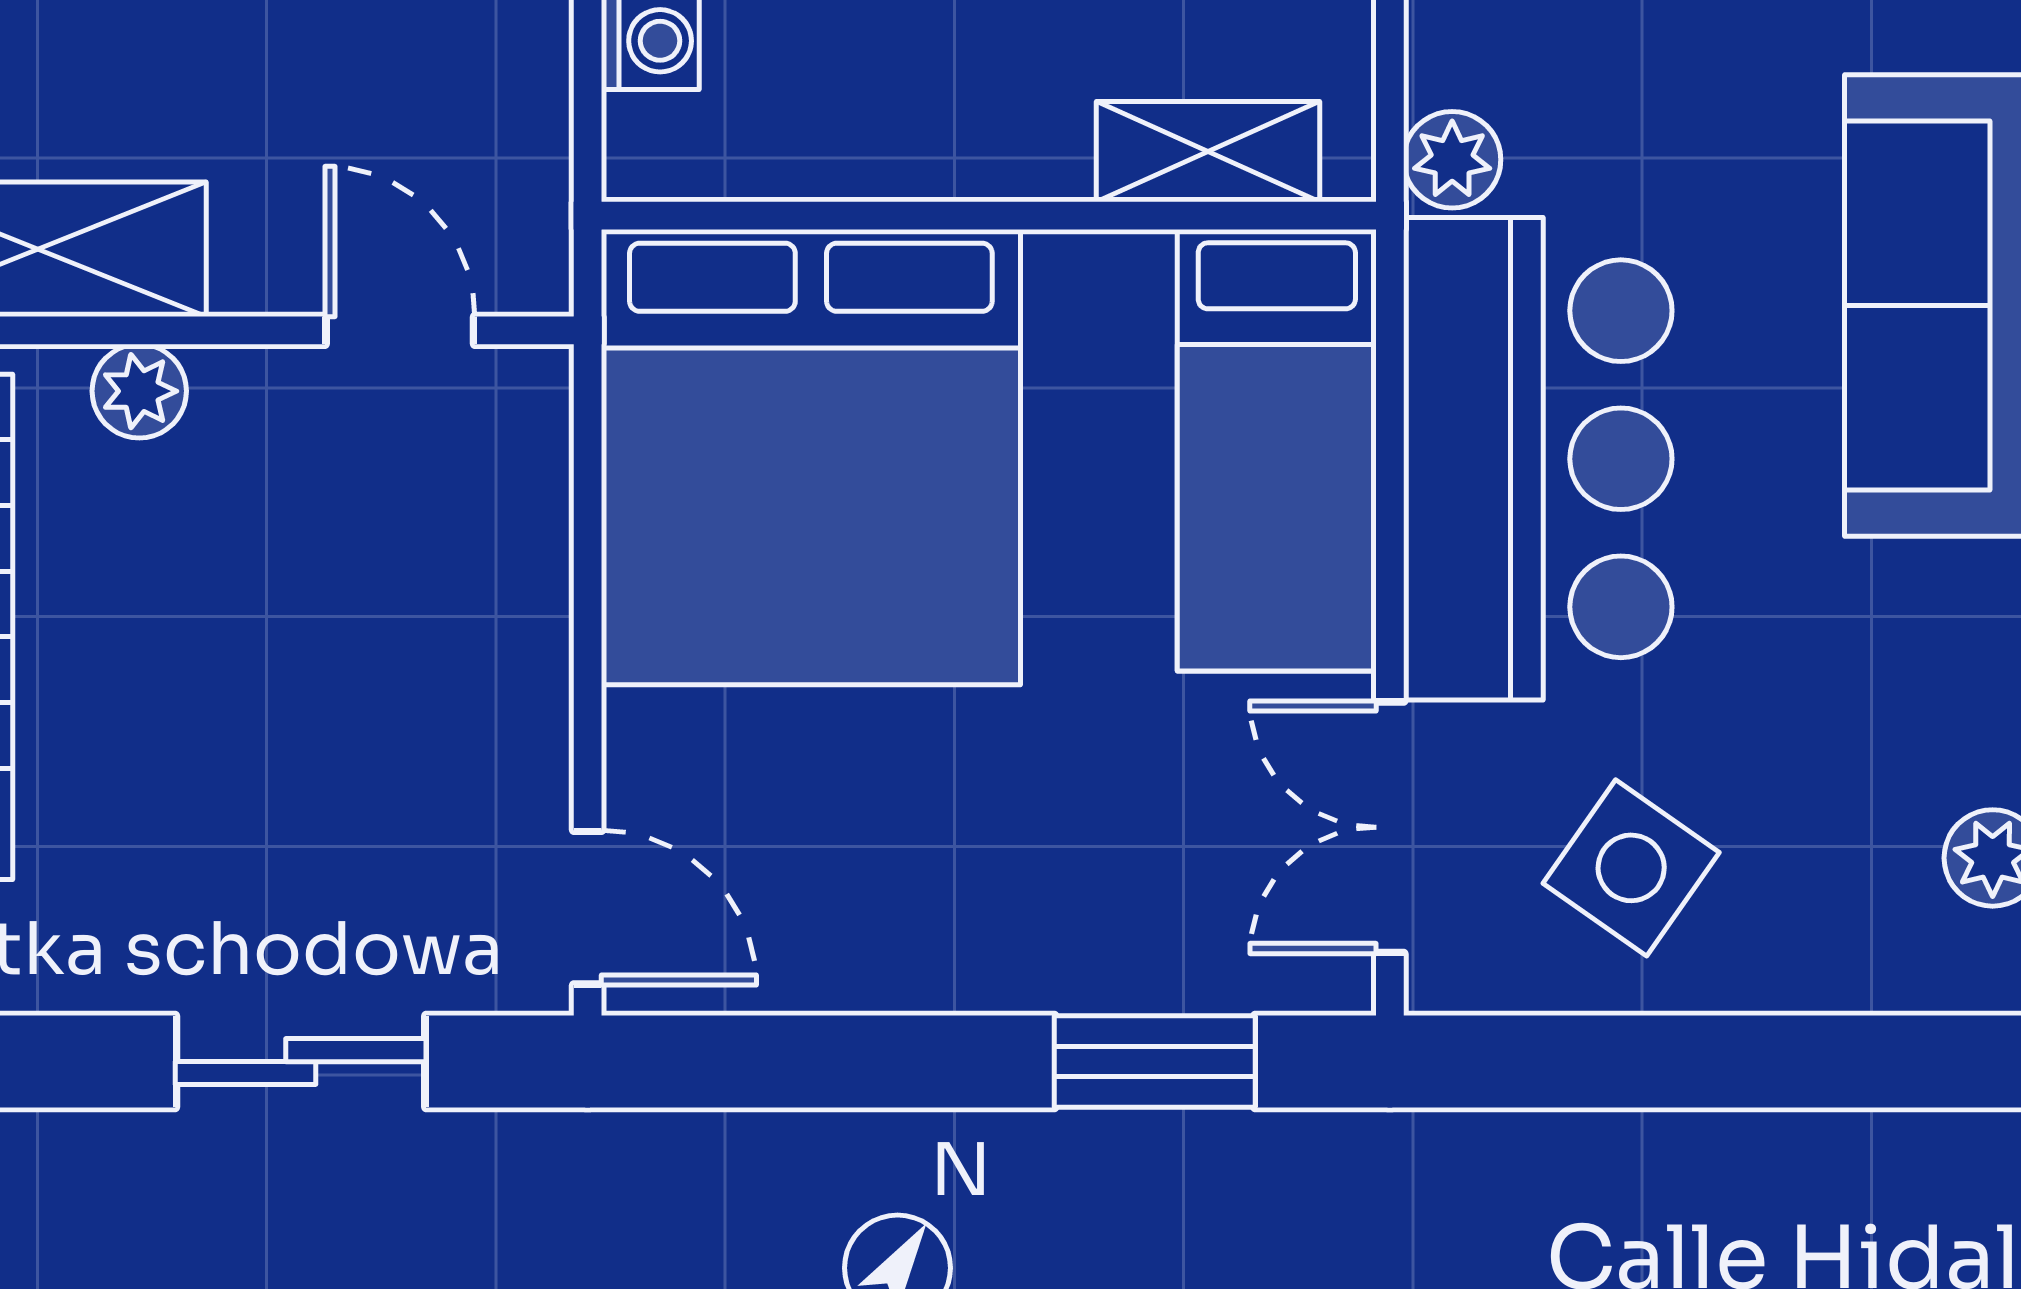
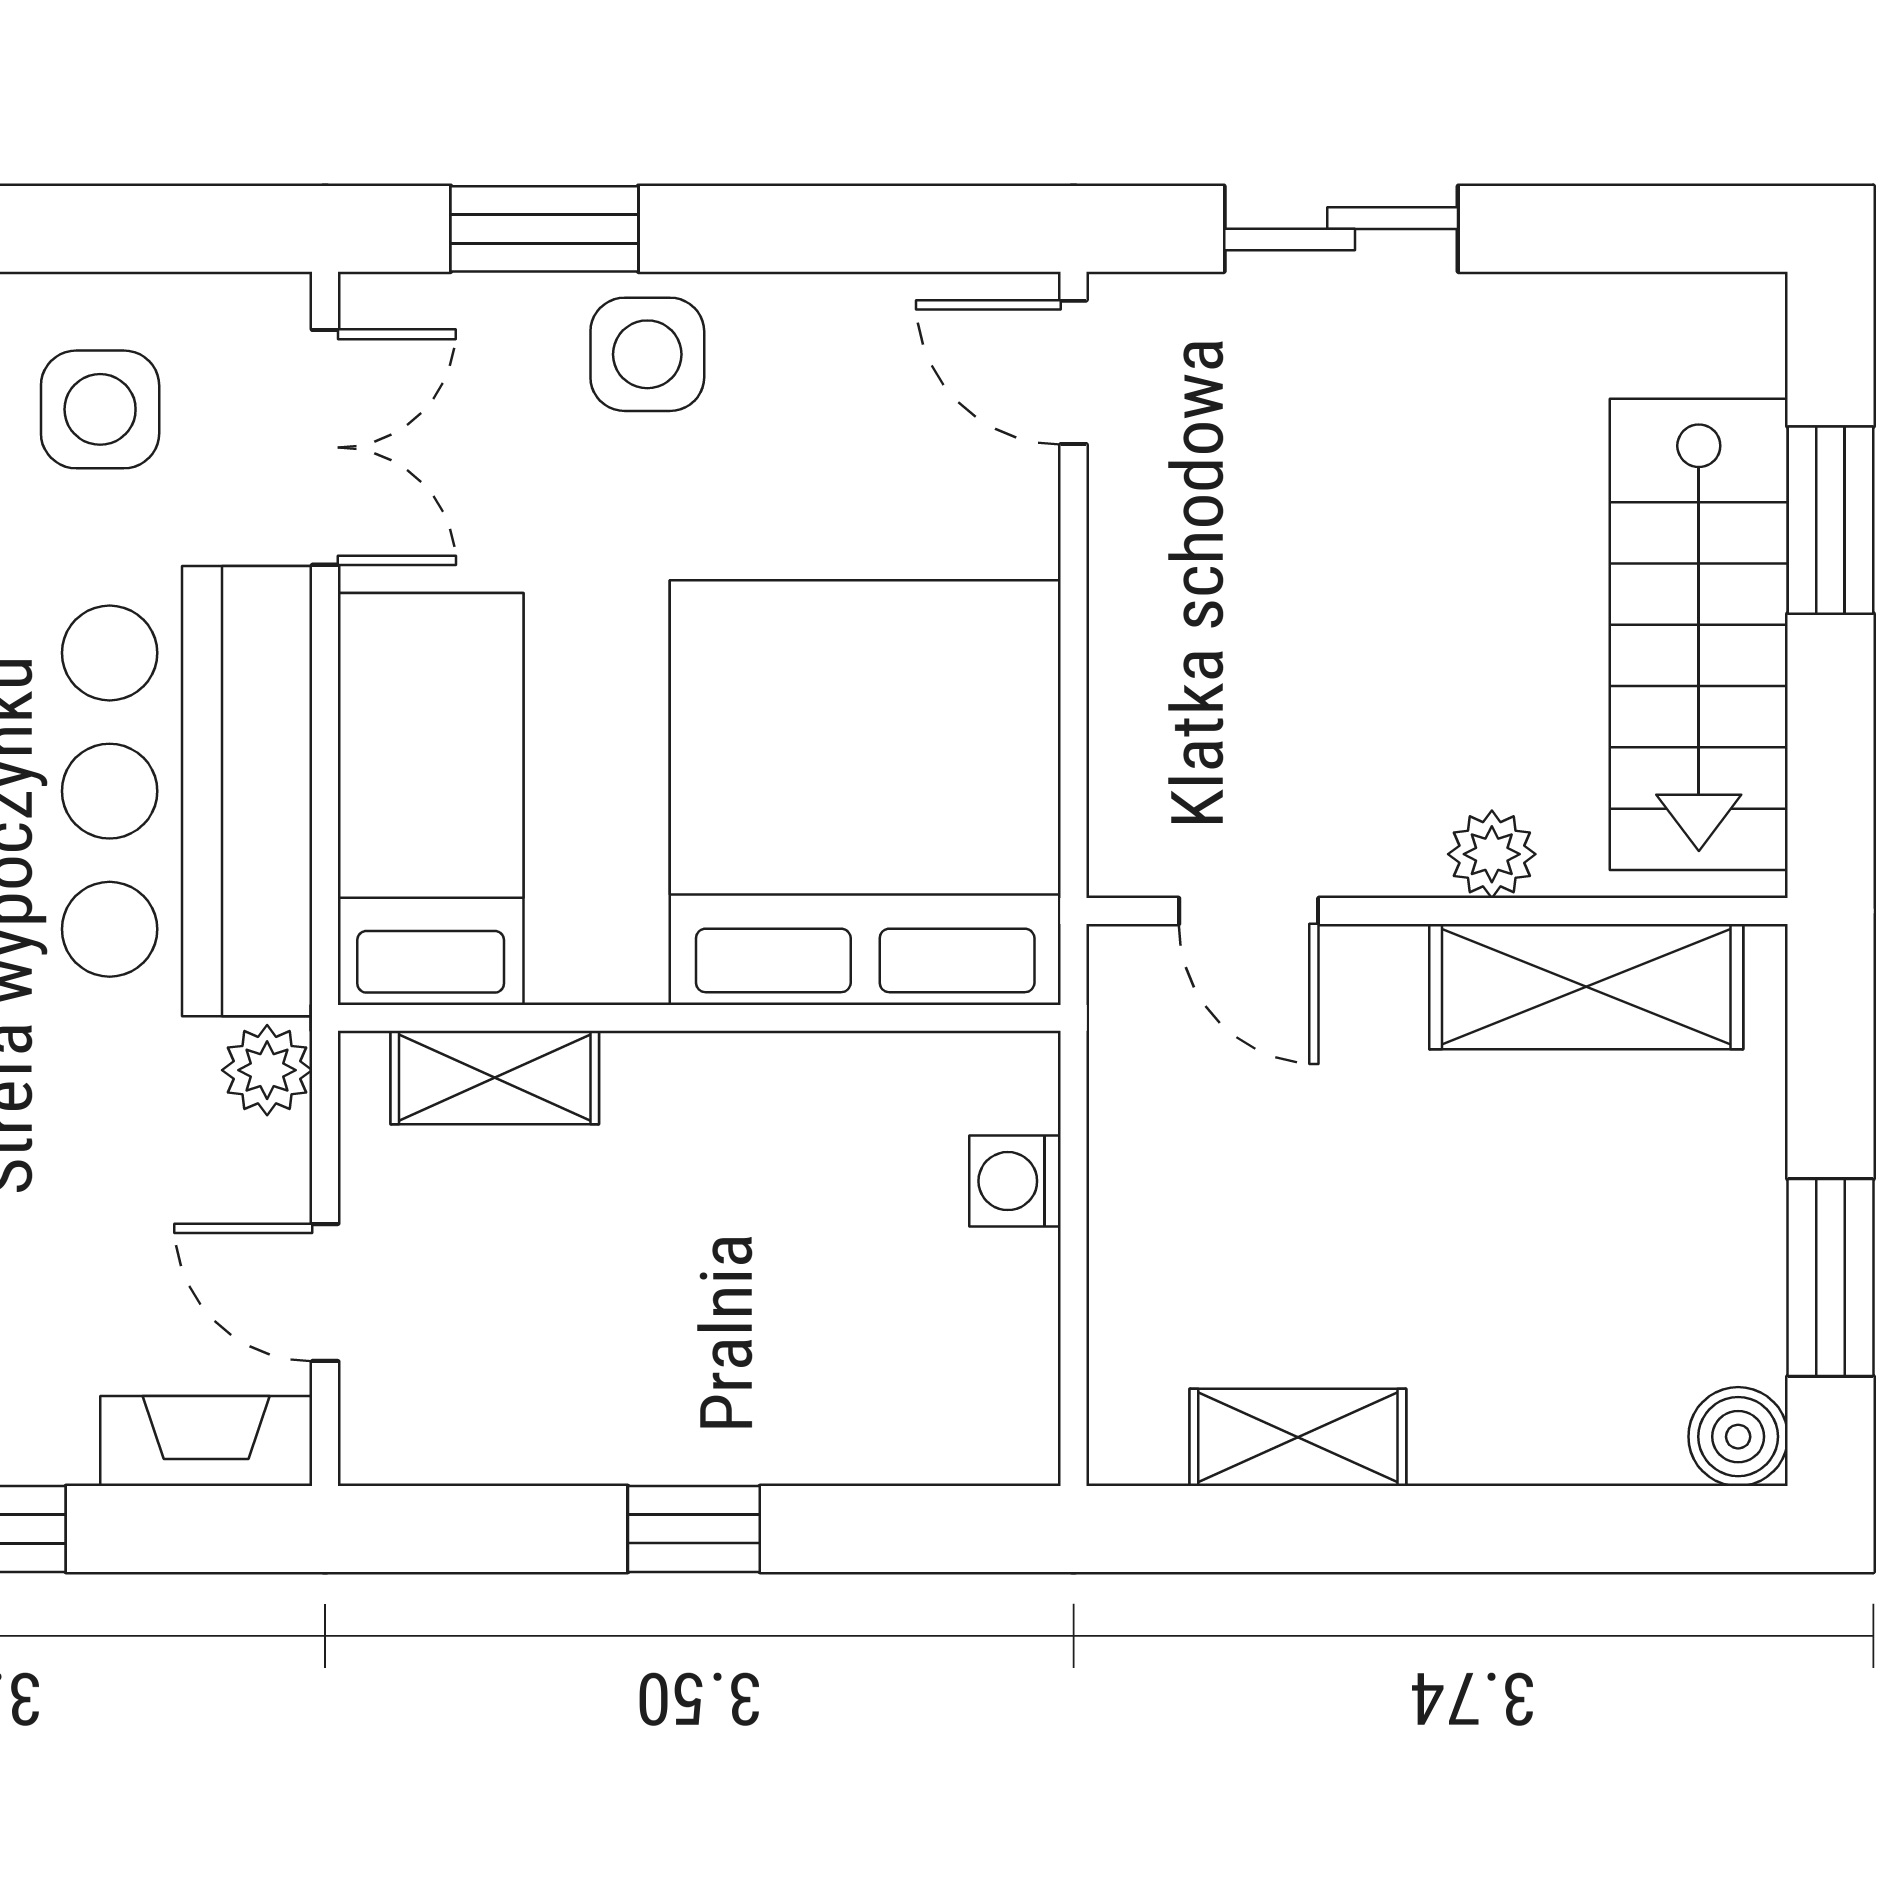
side table: (1631, 868) -> (100, 409), turned -35
side table: (1045, 927) -> (647, 354), added

